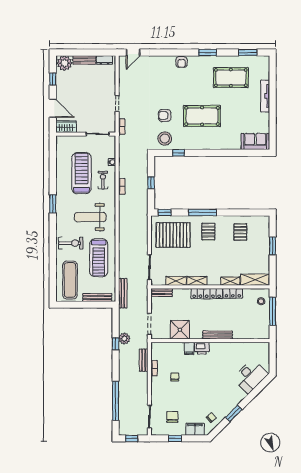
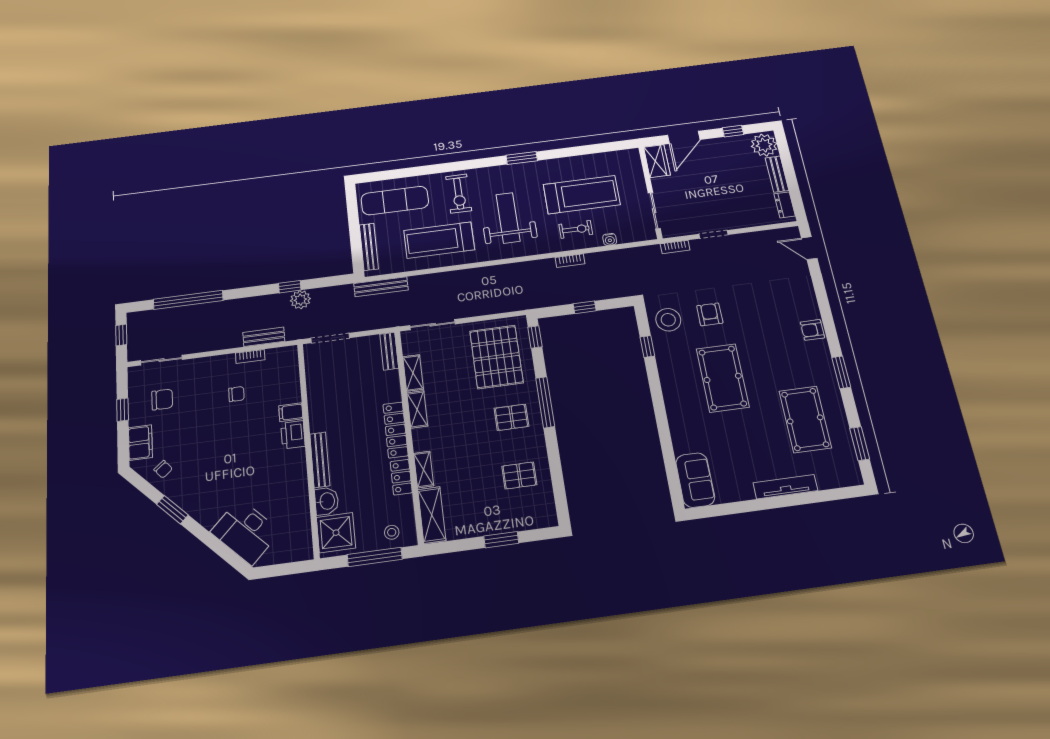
shower: (180, 330) -> (336, 533), moved
washbasin: (240, 333) -> (327, 501), added

